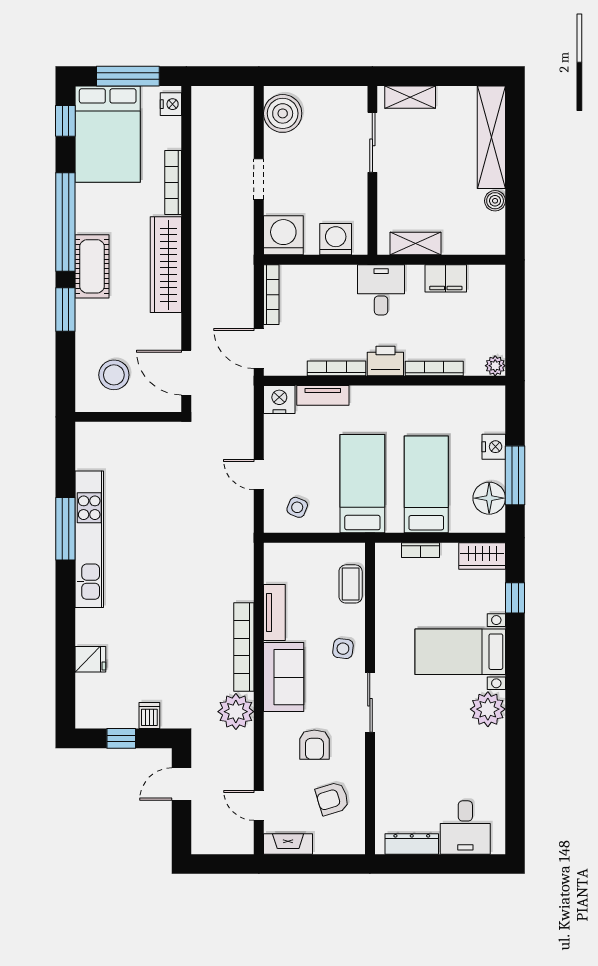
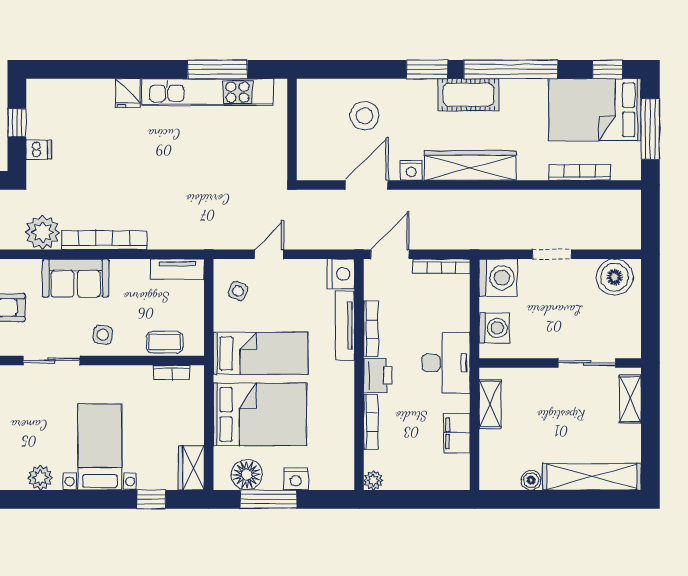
nightstand: (171, 104) -> (411, 170), moved
bookcase: (173, 183) -> (580, 172), moved
desk: (381, 290) -> (446, 363), width x1.37
tv unit: (323, 395) -> (345, 326), width x1.41
wall: (128, 417) -> (292, 129), moved
bed: (426, 484) -> (260, 414), width x1.50
bookcase: (421, 550) -> (172, 372), moved, turned -90
tv unit: (274, 612) -> (177, 269), moved
fridge: (90, 659) -> (128, 93), moved
plant: (488, 709) -> (40, 478), width x0.73, depth x0.73

